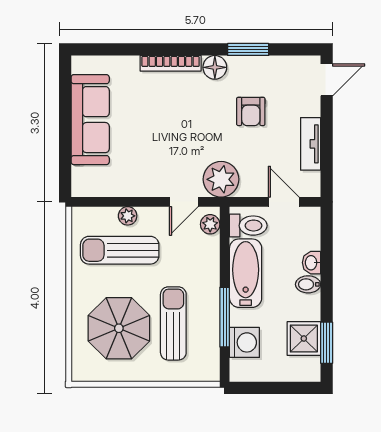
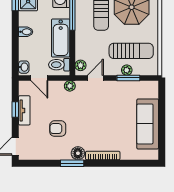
window: (248, 49) -> (72, 163), moved
armchair: (251, 111) -> (58, 129), turned -90
window: (327, 145) -> (15, 110), added
plant: (221, 179) -> (70, 86), width x0.53, depth x0.53
window: (125, 202) -> (128, 78), added
washbasin: (312, 263) -> (24, 67), moved

